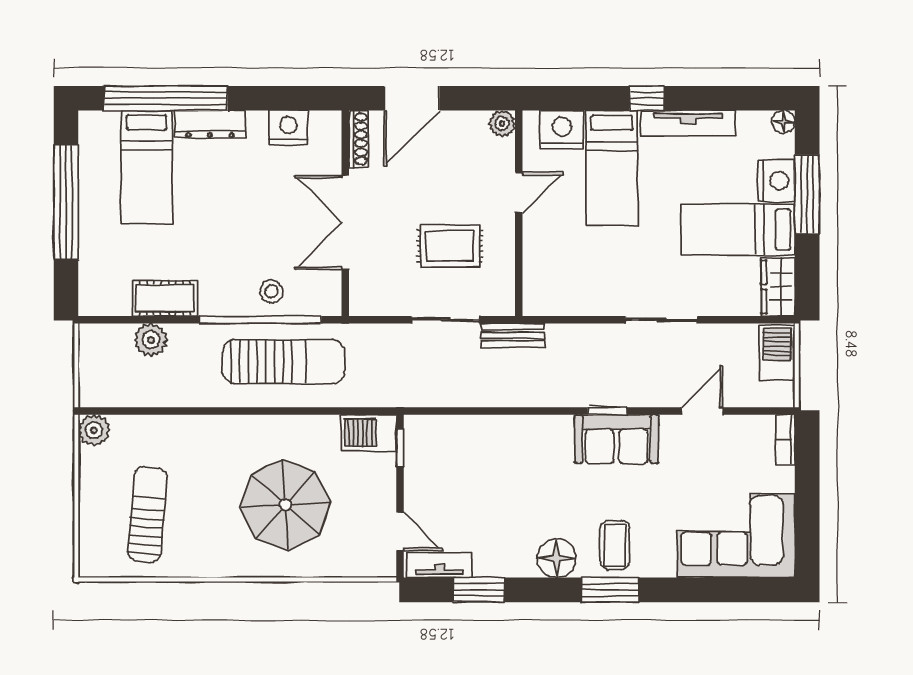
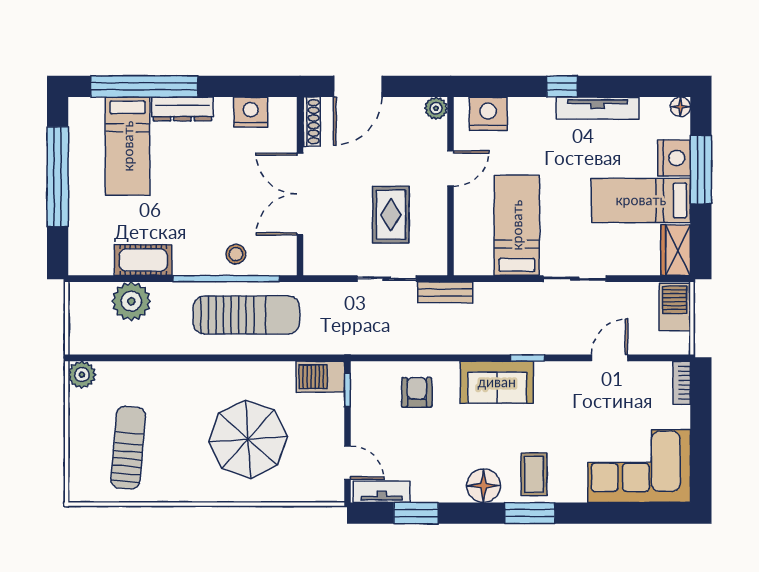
bed: (612, 168) -> (517, 225), moved, turned 180
rug: (450, 246) -> (391, 215), turned 90
plant: (151, 340) -> (131, 301), width x1.36, depth x1.36
sofa: (617, 439) -> (497, 382), moved
armchair: (480, 451) -> (417, 392), added

